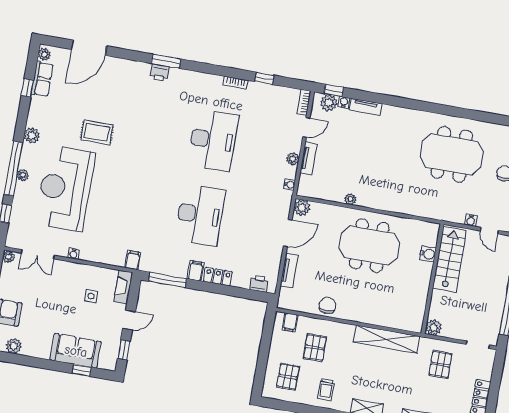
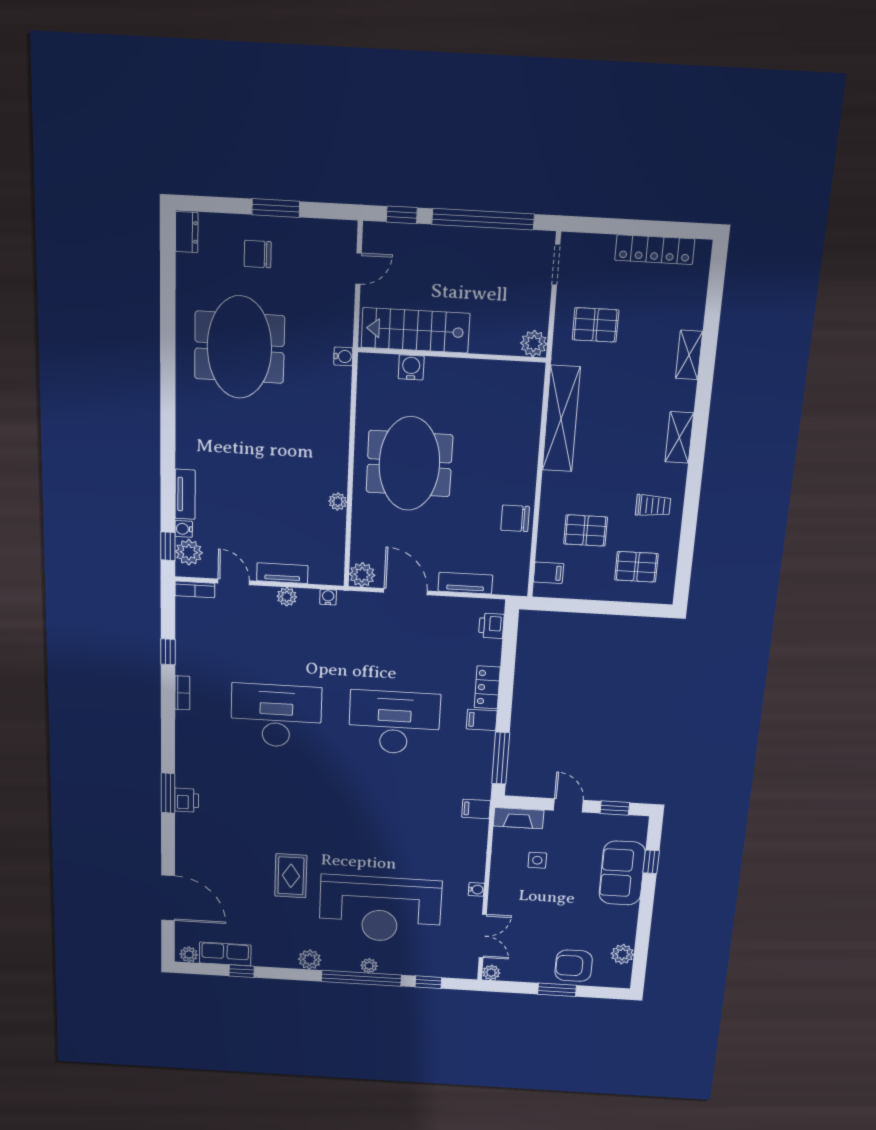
water cooler: (471, 220) -> (343, 356), moved

